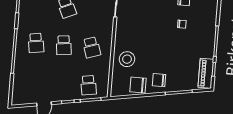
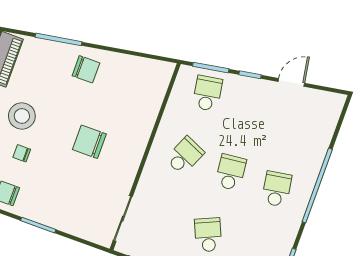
school desk: (92, 47) -> (185, 156), turned 42
stool: (127, 59) -> (22, 116), moved
chair: (138, 85) -> (89, 142), moved, turned 180

